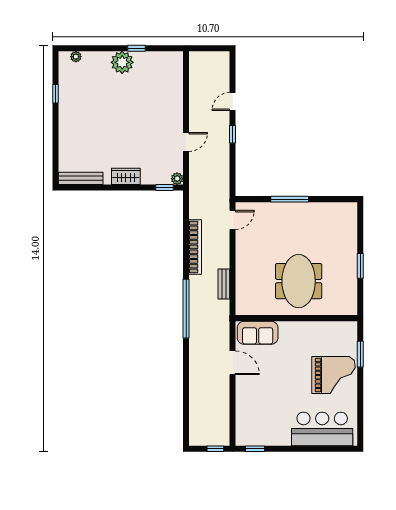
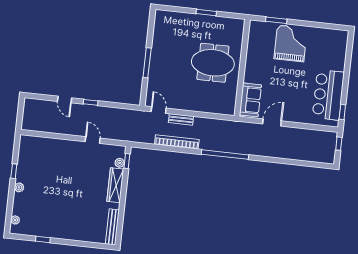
plant: (122, 62) -> (19, 187), width x0.53, depth x0.53
wardrobe: (126, 176) -> (115, 185), width x1.50
plant: (177, 179) -> (120, 163), moved
bench: (224, 284) -> (181, 119), moved
bar counter: (322, 429) -> (328, 95), moved

